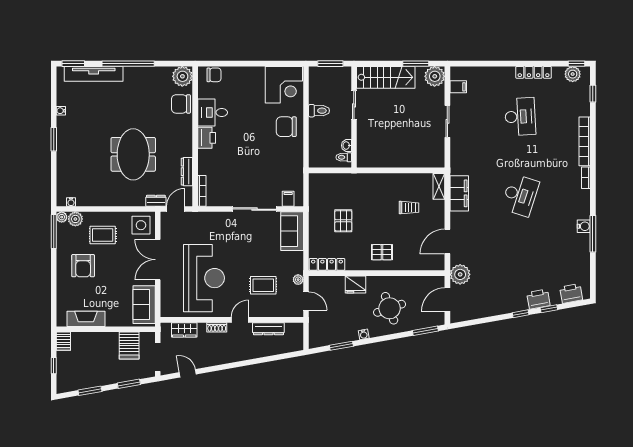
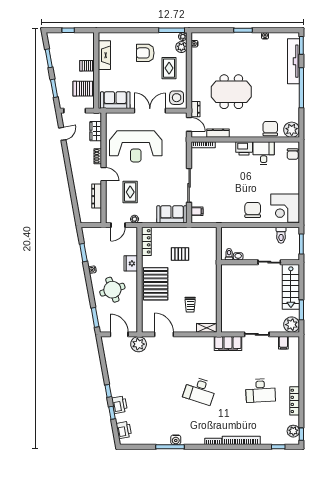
toilet: (319, 111) -> (281, 235), moved
filing cabinet: (459, 193) -> (228, 344), moved
pallet: (382, 252) -> (156, 284), width x2.05, depth x2.00
server rack: (63, 341) -> (87, 66), moved

